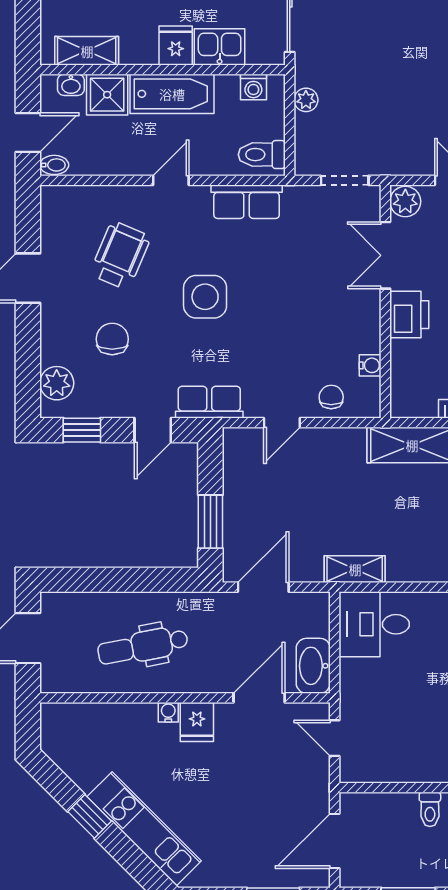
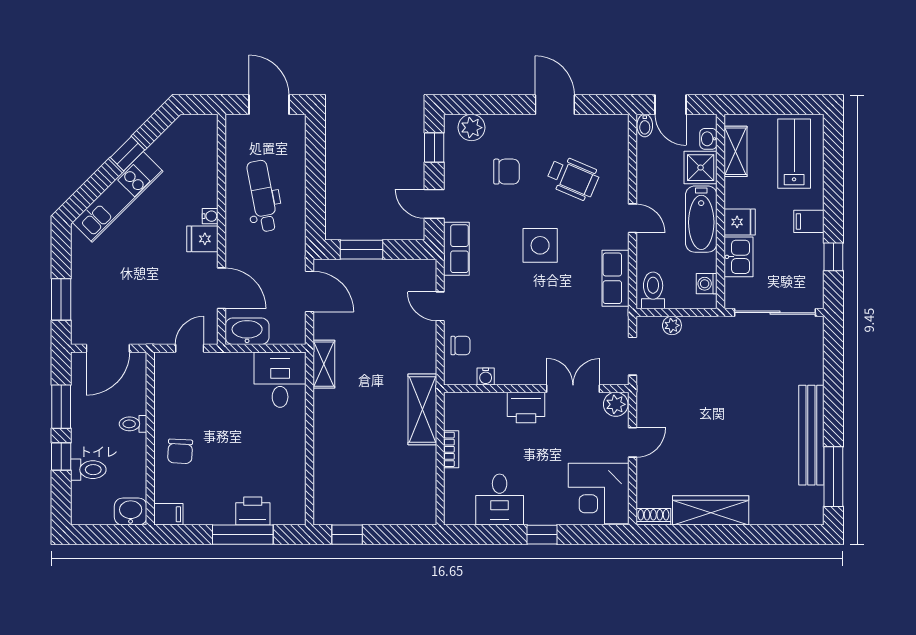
plant: (306, 100) -> (672, 325), moved
door: (335, 841) -> (108, 348), swing flipped

